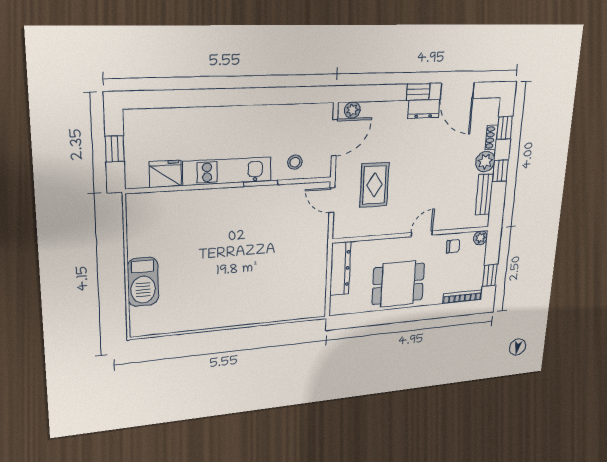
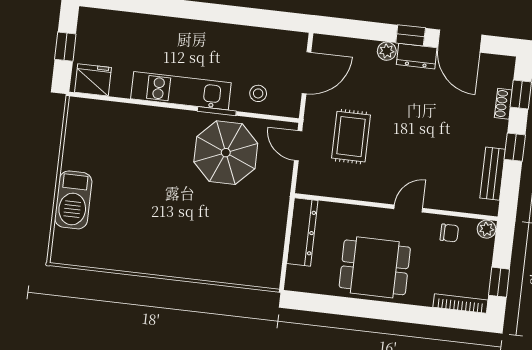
plant: (352, 110) -> (387, 51), moved
plant: (485, 162) -> (495, 132), removed
fridge: (165, 174) -> (93, 80), moved
parasol: (272, 217) -> (226, 153), added

